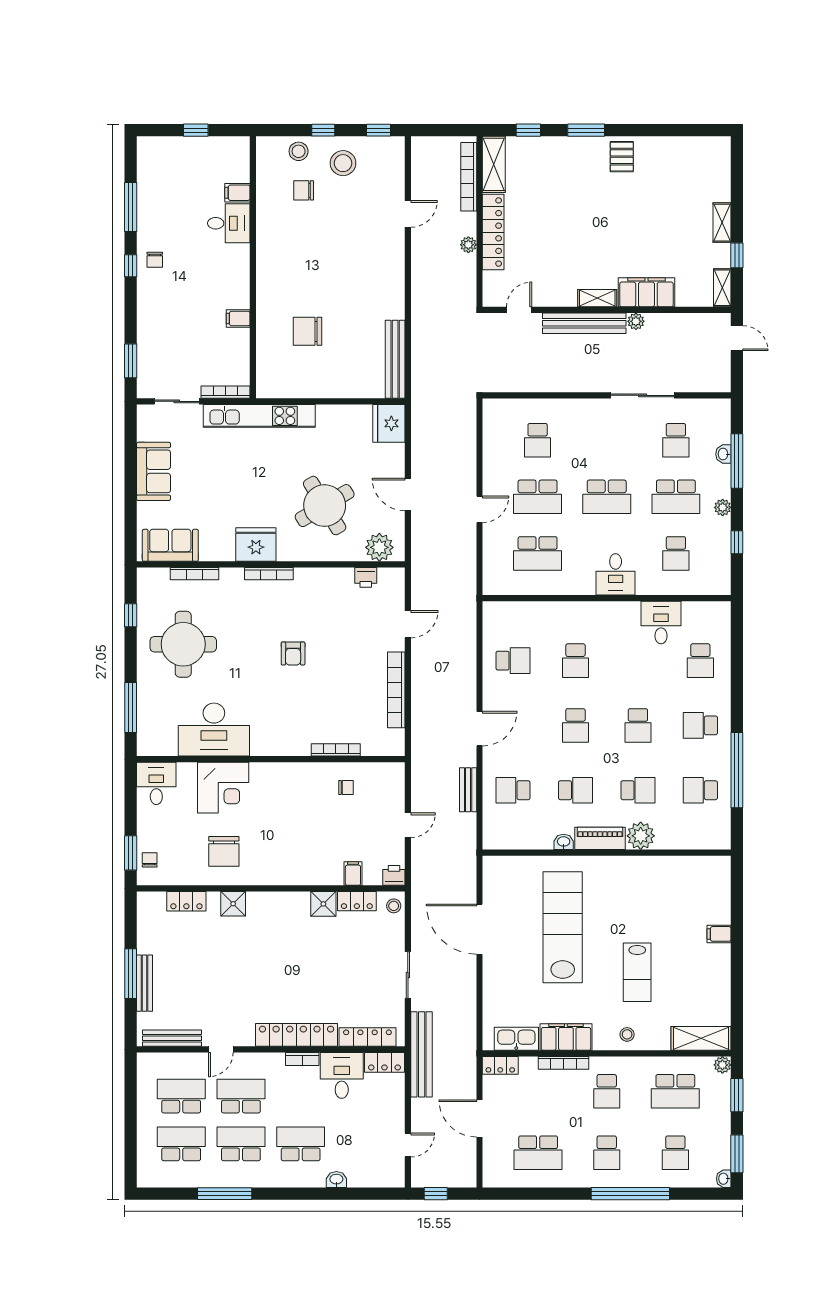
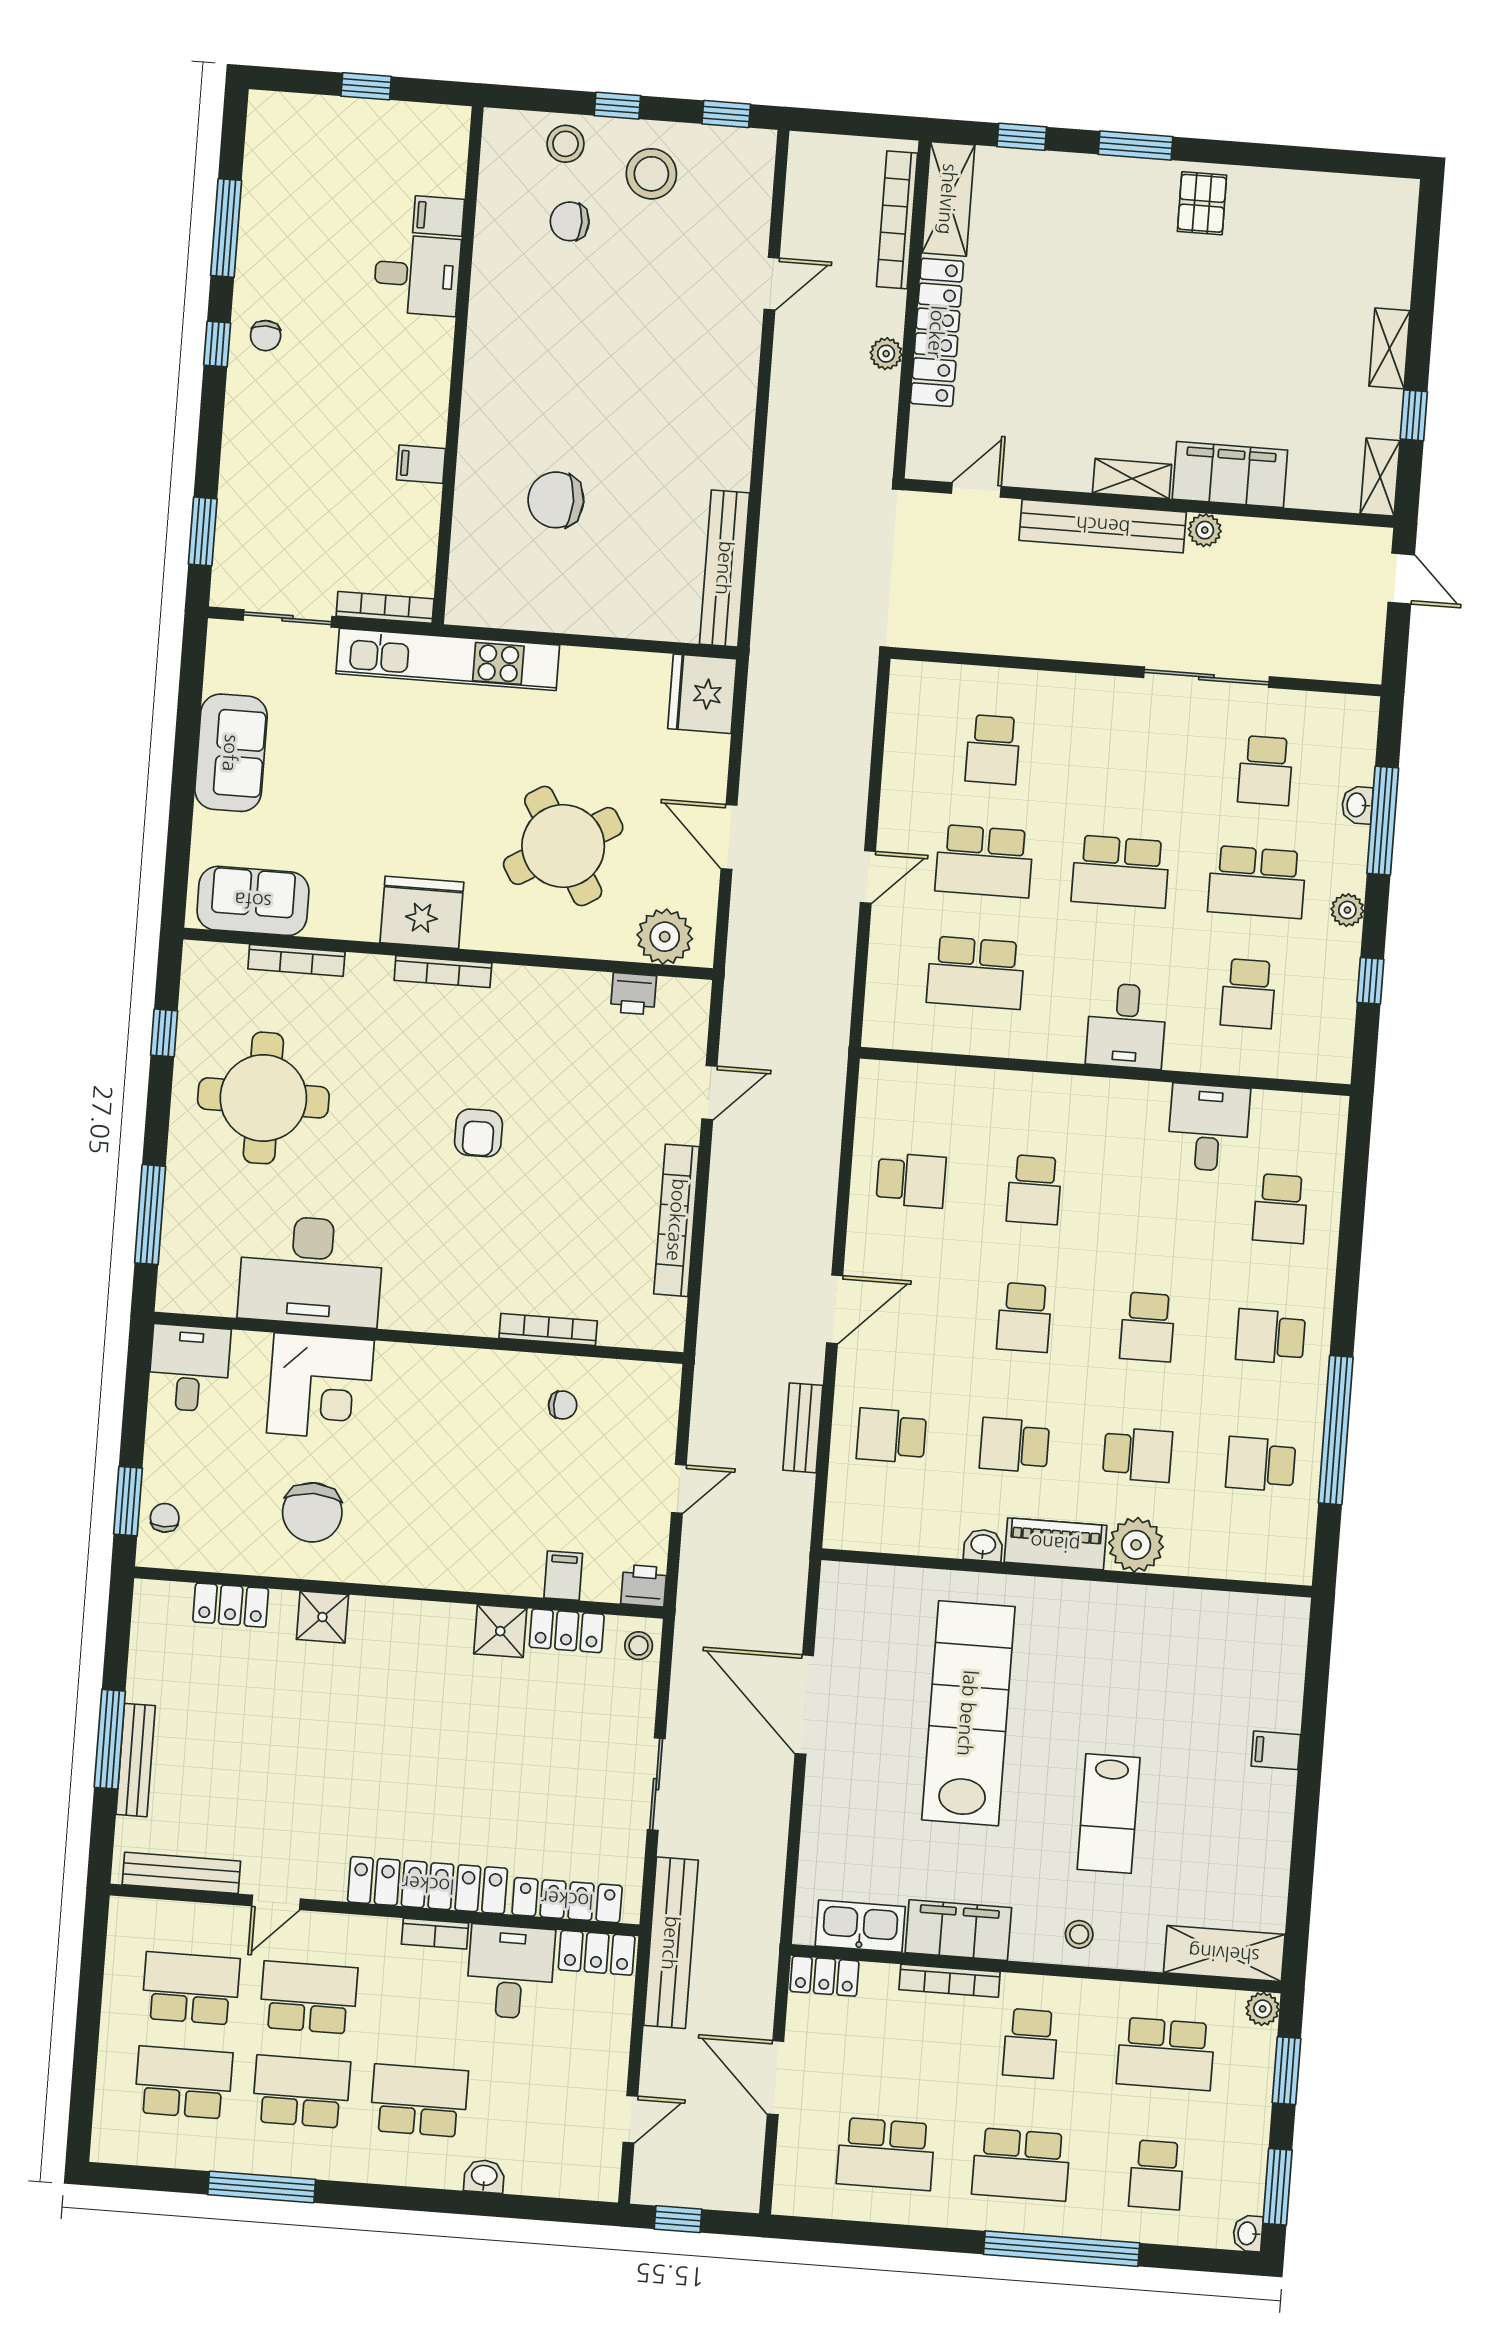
school desk: (575, 790) -> (1014, 1445), turned 180
school desk: (607, 1153) -> (1021, 2164), width x1.85

